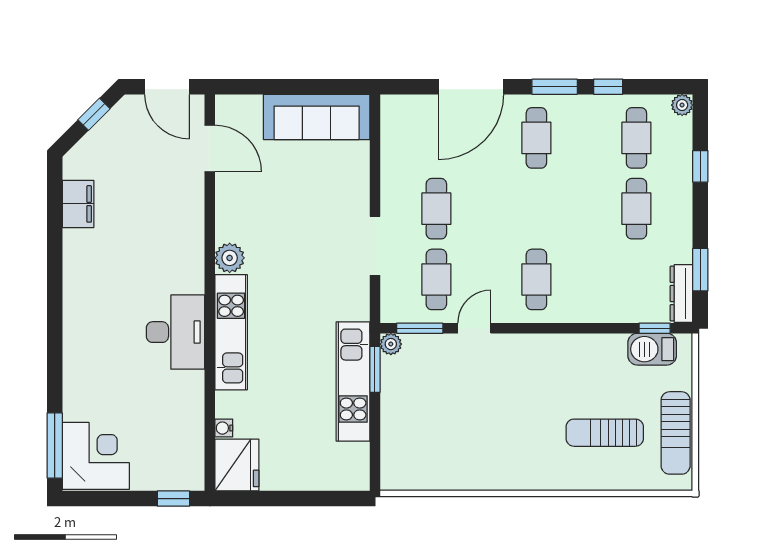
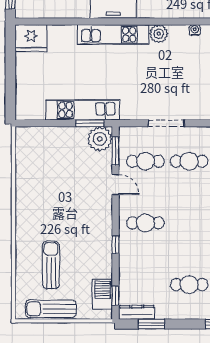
window: (572, 328) -> (115, 245), added
plant: (391, 344) -> (100, 139), width x1.88, depth x1.88
water cooler: (224, 428) -> (195, 30), moved

